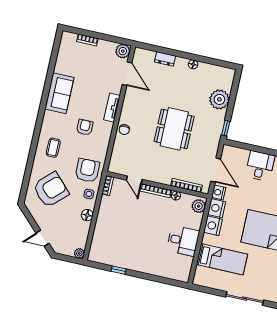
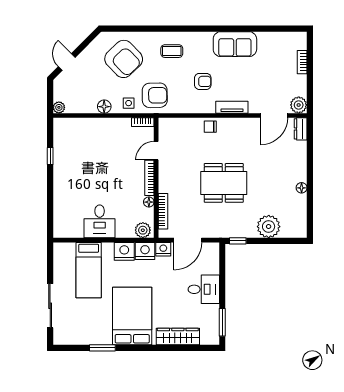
dresser: (165, 59) -> (301, 129), moved

